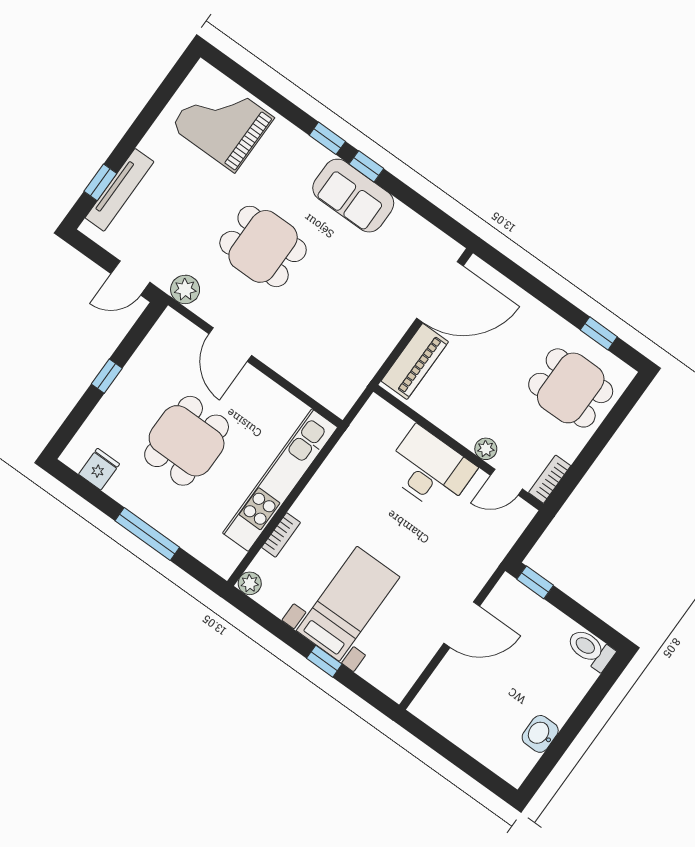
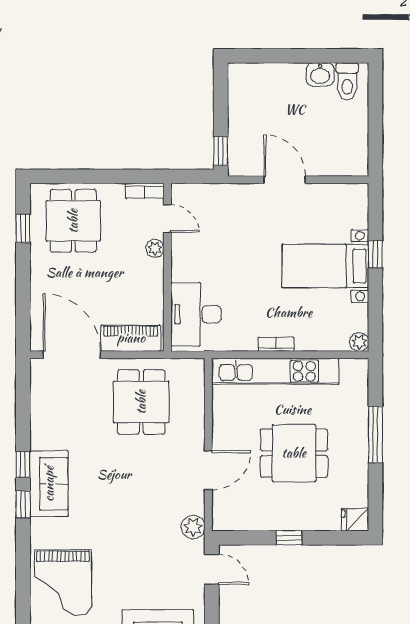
sofa: (353, 196) -> (49, 484), moved
dining table: (263, 246) -> (141, 402), moved
fridge: (99, 469) -> (355, 520), moved
desk: (430, 470) -> (196, 314), moved
bookcase: (281, 535) -> (276, 344), moved
toilet: (590, 649) -> (347, 81), moved

